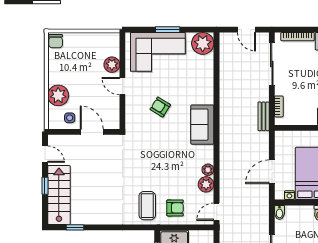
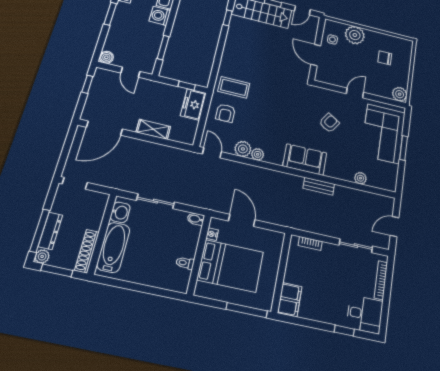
chair: (56, 41) -> (385, 58), moved
plant: (203, 43) -> (360, 178), moved, width x0.53, depth x0.53
sliding door: (272, 64) -> (356, 246), width x0.73
plant: (112, 65) -> (400, 94), moved
bench: (264, 116) -> (319, 186), moved
door: (92, 132) -> (316, 55), swing flipped

